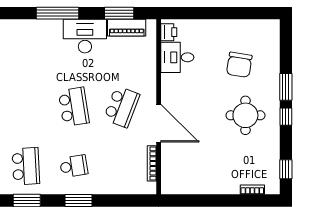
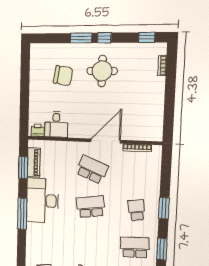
desk: (85, 36) -> (42, 201), width x1.36, depth x1.30

